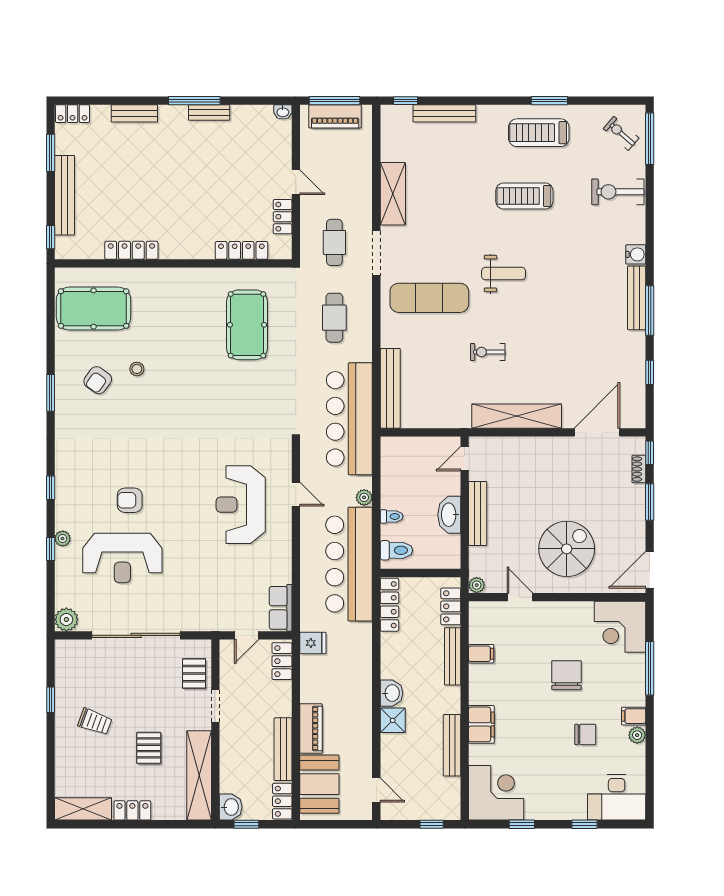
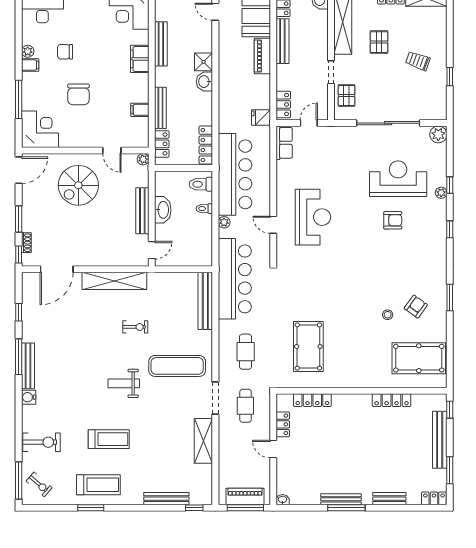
bench: (209, 112) -> (341, 499), width x1.36

